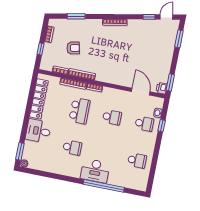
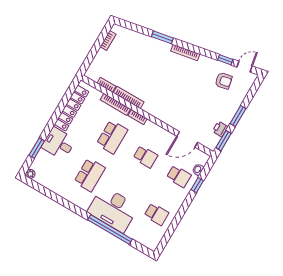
window: (76, 16) -> (162, 37), moved
window: (179, 39) -> (238, 116), moved
armchair: (73, 48) -> (224, 81), moved
window: (40, 49) -> (92, 53), removed
printer: (162, 88) -> (220, 129), moved
door: (141, 92) -> (187, 139), swing flipped
school desk: (72, 148) -> (90, 175), width x1.85
window: (20, 151) -> (37, 148), moved
desk: (95, 171) -> (113, 209), width x1.36, depth x1.30

